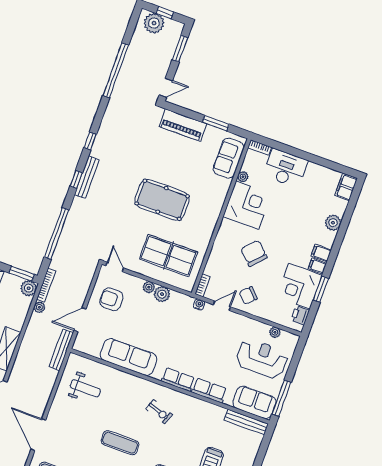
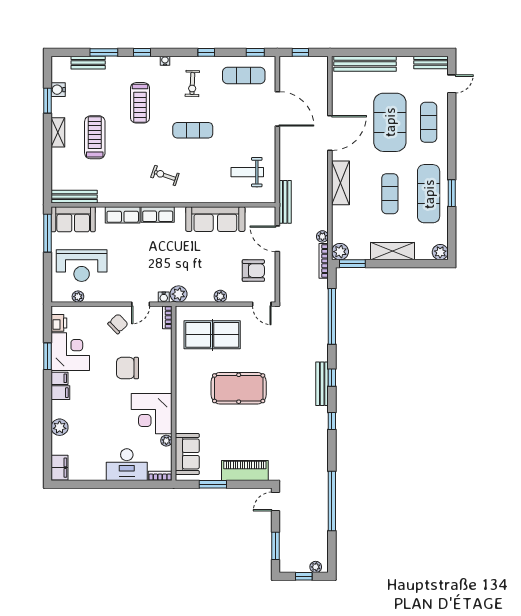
plant: (154, 23) -> (316, 567), width x0.53, depth x0.53
chair: (254, 253) -> (128, 368), turned 137
plant: (162, 294) -> (179, 294), moved
door: (80, 320) -> (277, 239), swing flipped

